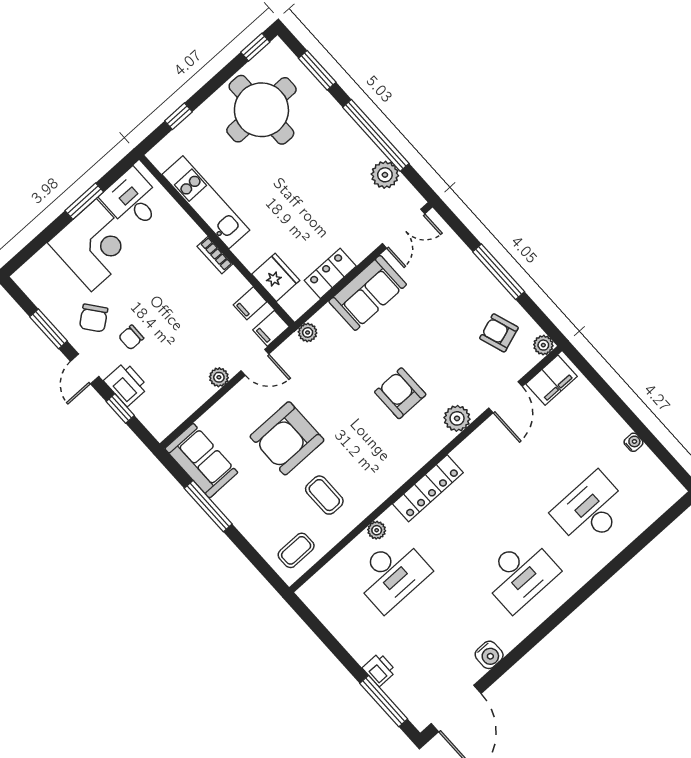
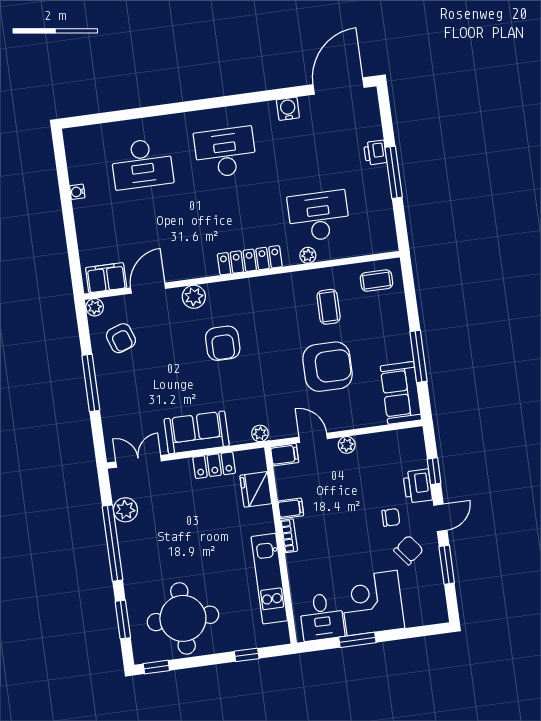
filing cabinet: (250, 303) -> (291, 508), moved
window: (384, 701) -> (394, 172), moved

